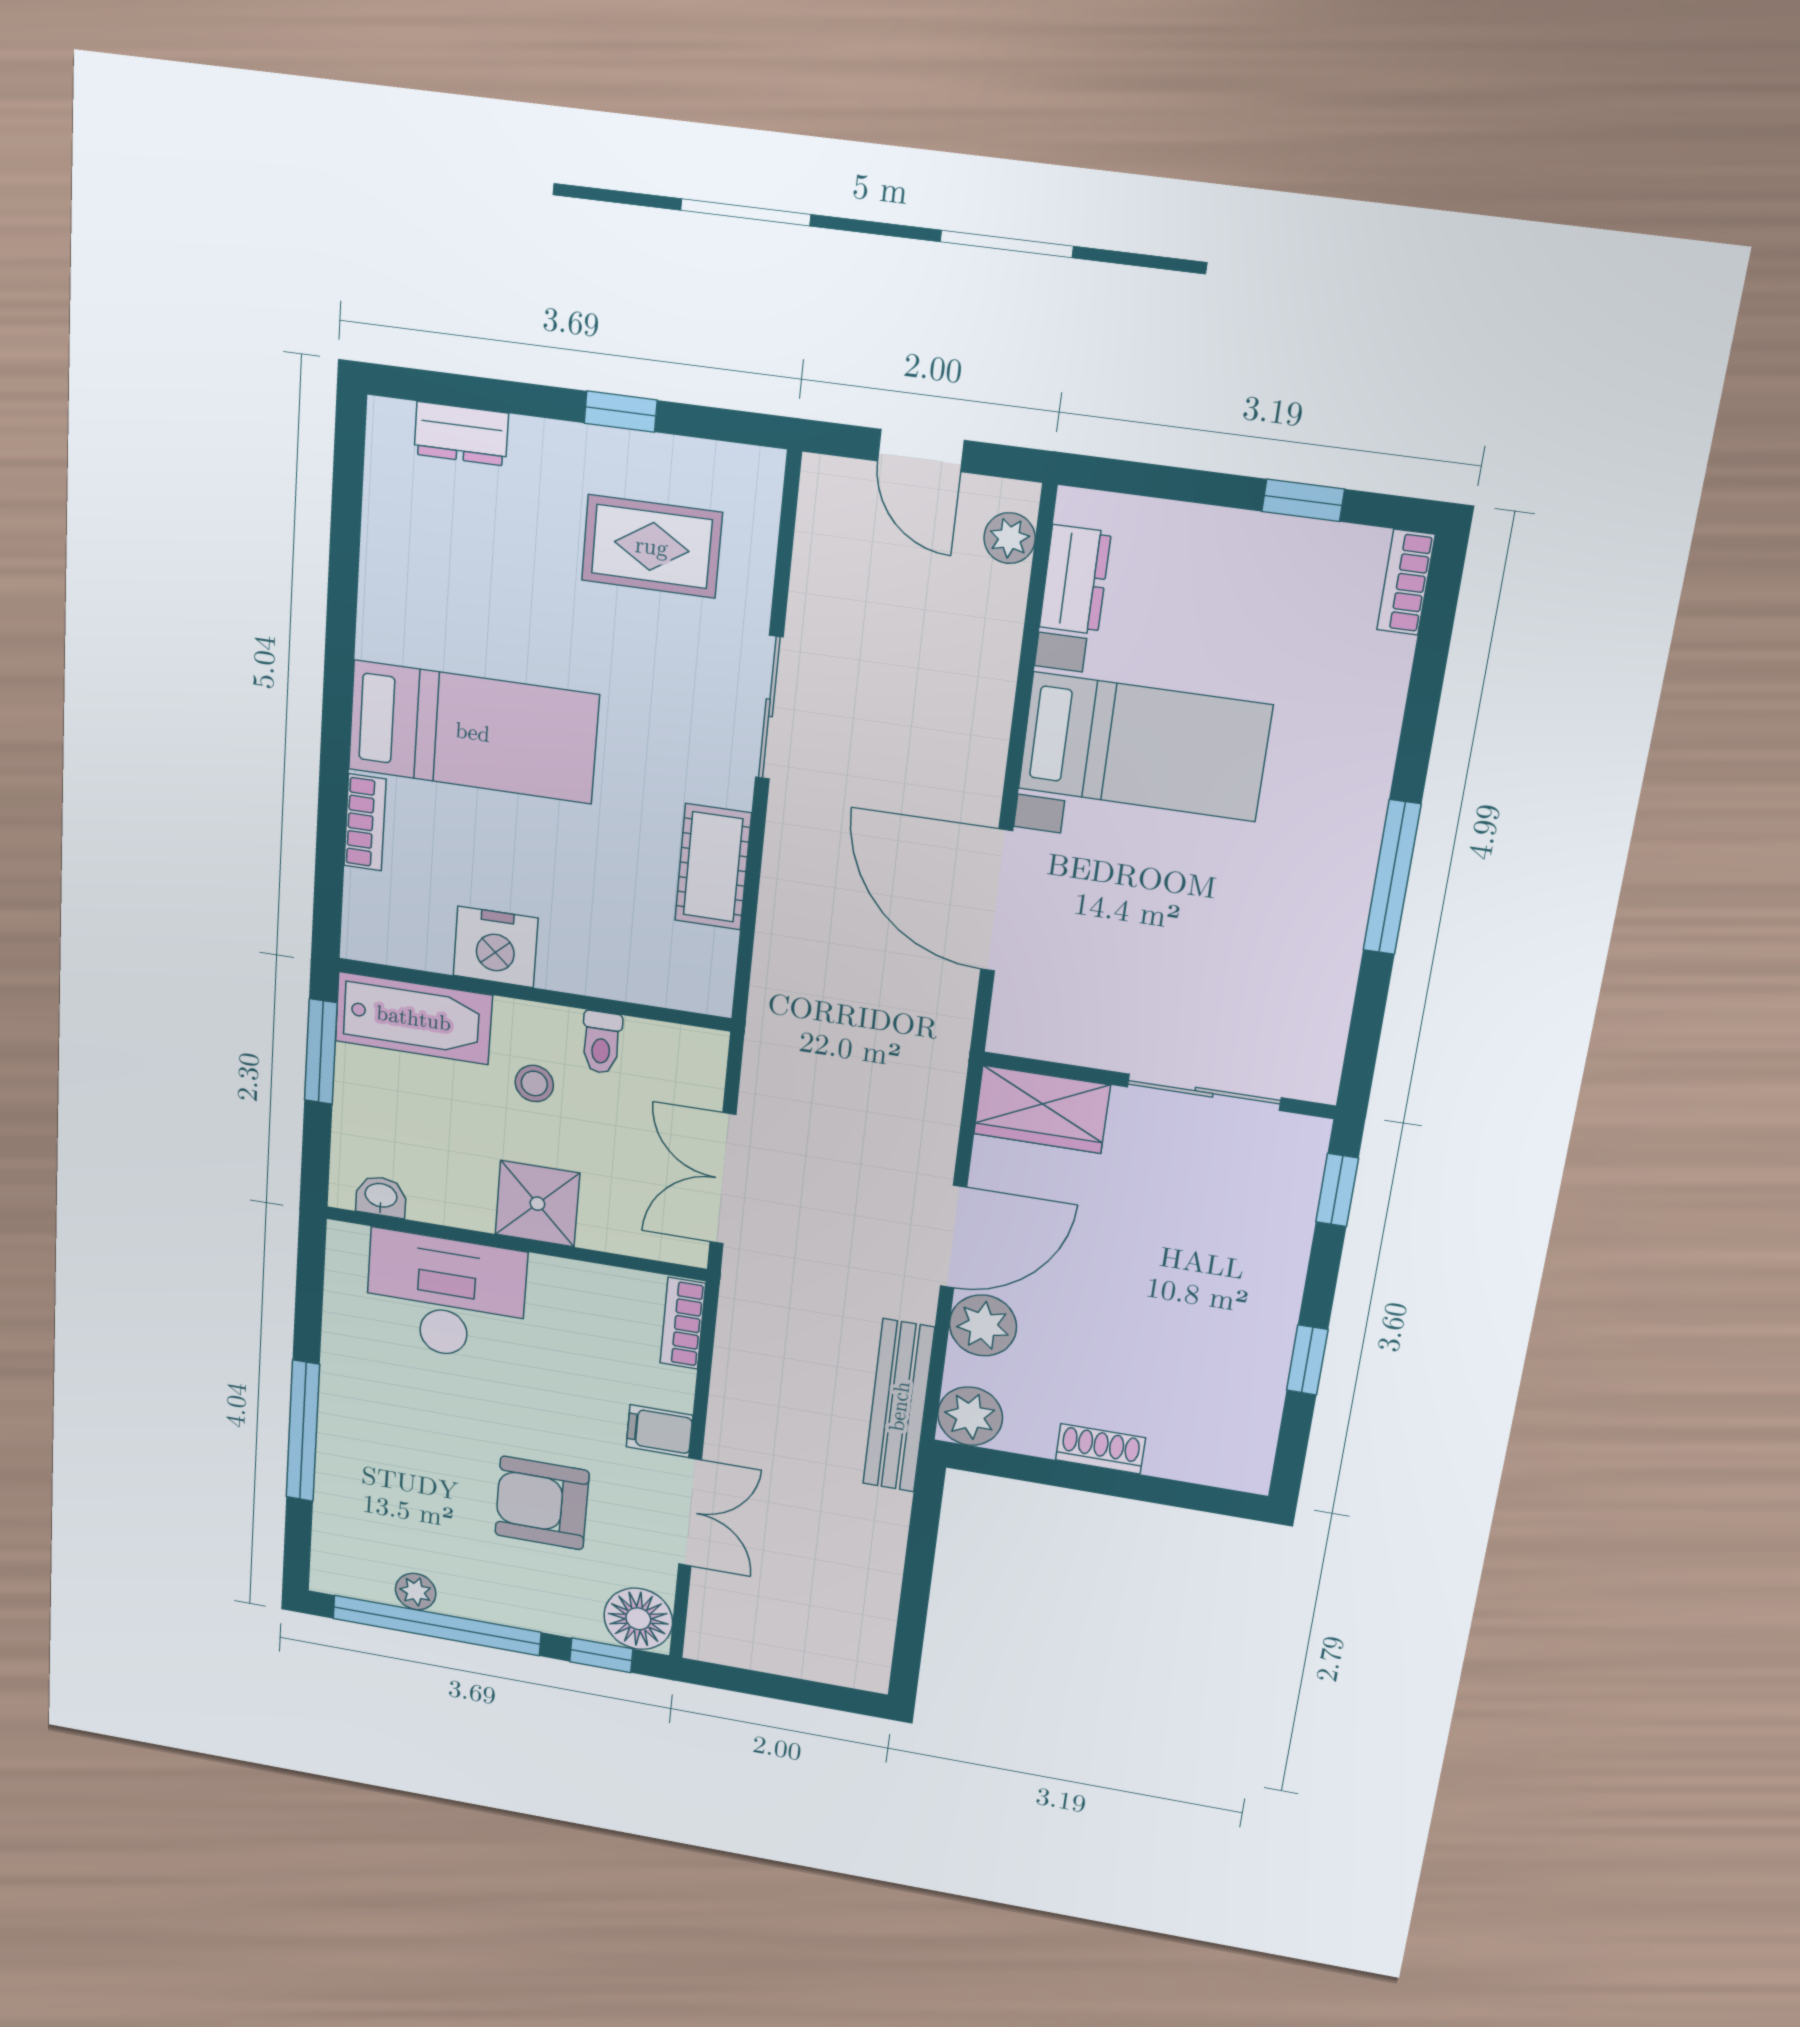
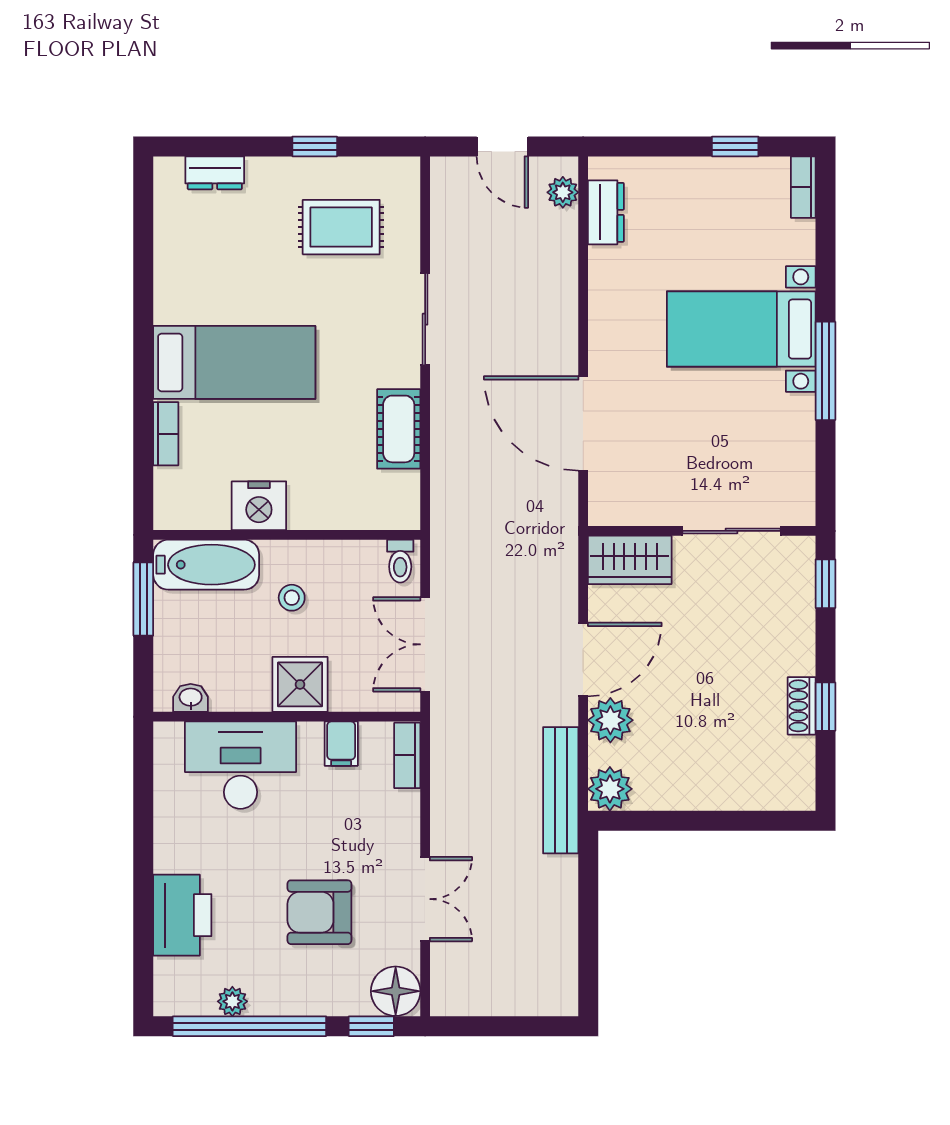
bed with nightstands: (1145, 747) -> (741, 329), moved, turned 180
toilet: (601, 1042) -> (400, 561), moved
window: (303, 1431) -> (143, 888), removed
filing cabinet: (659, 1431) -> (341, 744), moved, turned -90
shoe rack: (1100, 1449) -> (802, 706), moved, turned -90
printer: (354, 1474) -> (182, 915), added

